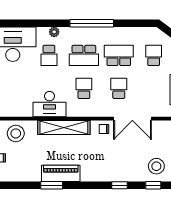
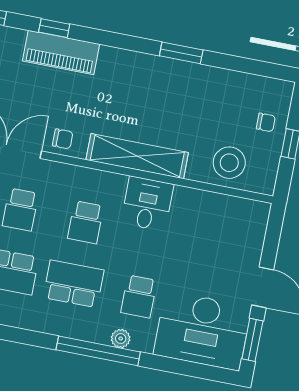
window: (92, 23) -> (98, 351), moved
school desk: (49, 55) -> (139, 296), turned 180
desk: (49, 104) -> (147, 204), width x0.73
piano: (61, 173) -> (61, 52), moved

